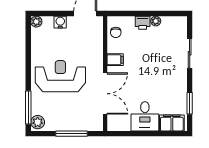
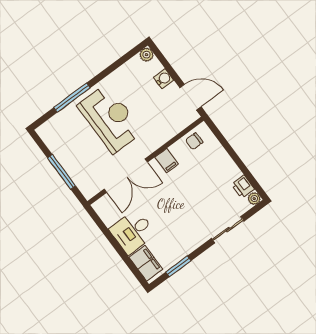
plant: (156, 21) -> (254, 199), moved
printer: (143, 23) -> (243, 187), moved
window: (28, 107) -> (72, 98), moved
plant: (38, 122) -> (48, 130), removed

